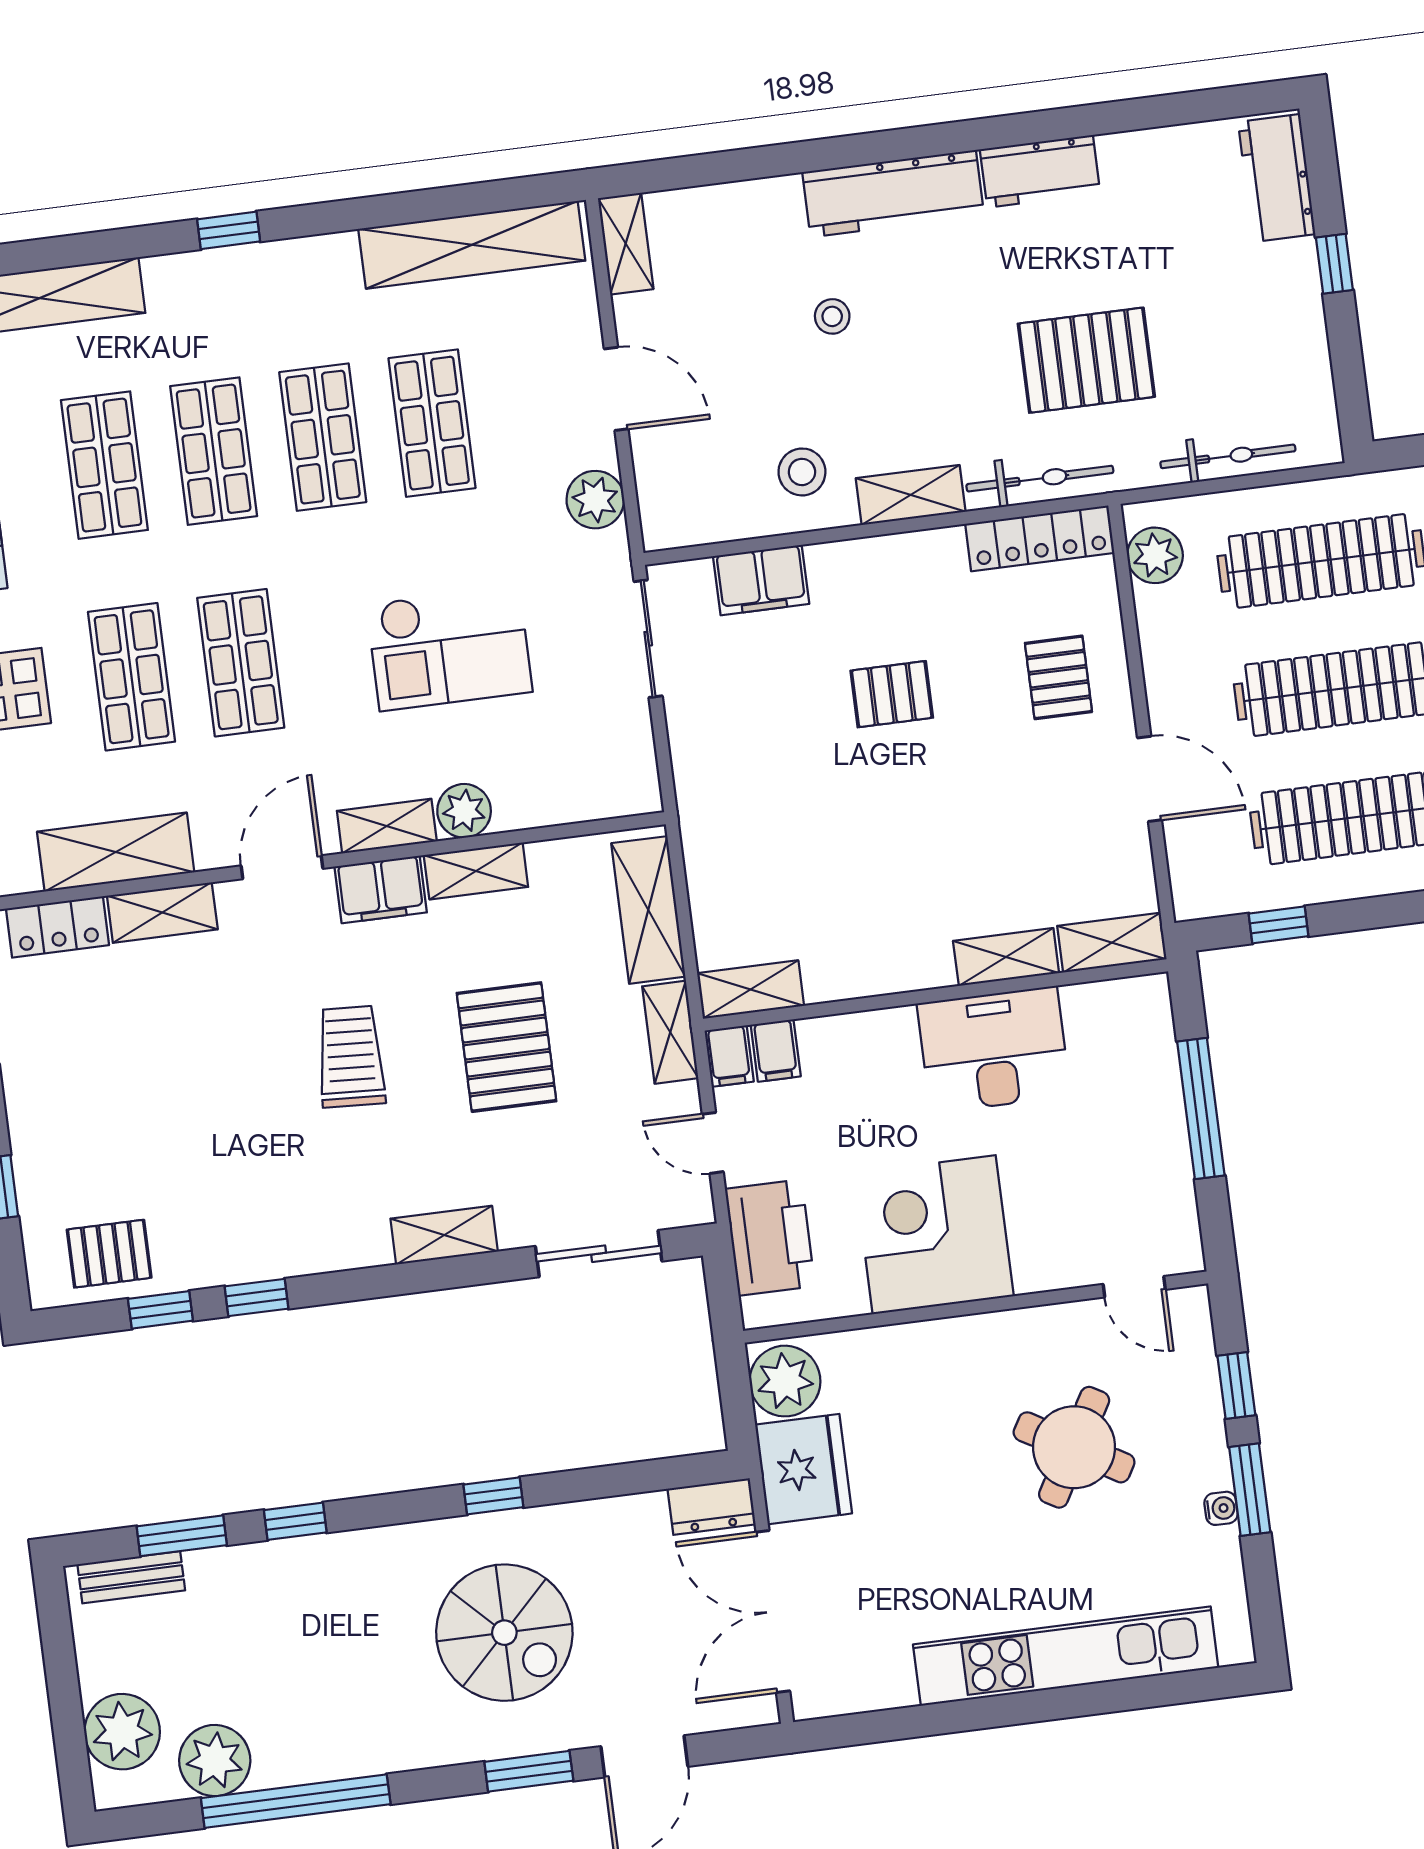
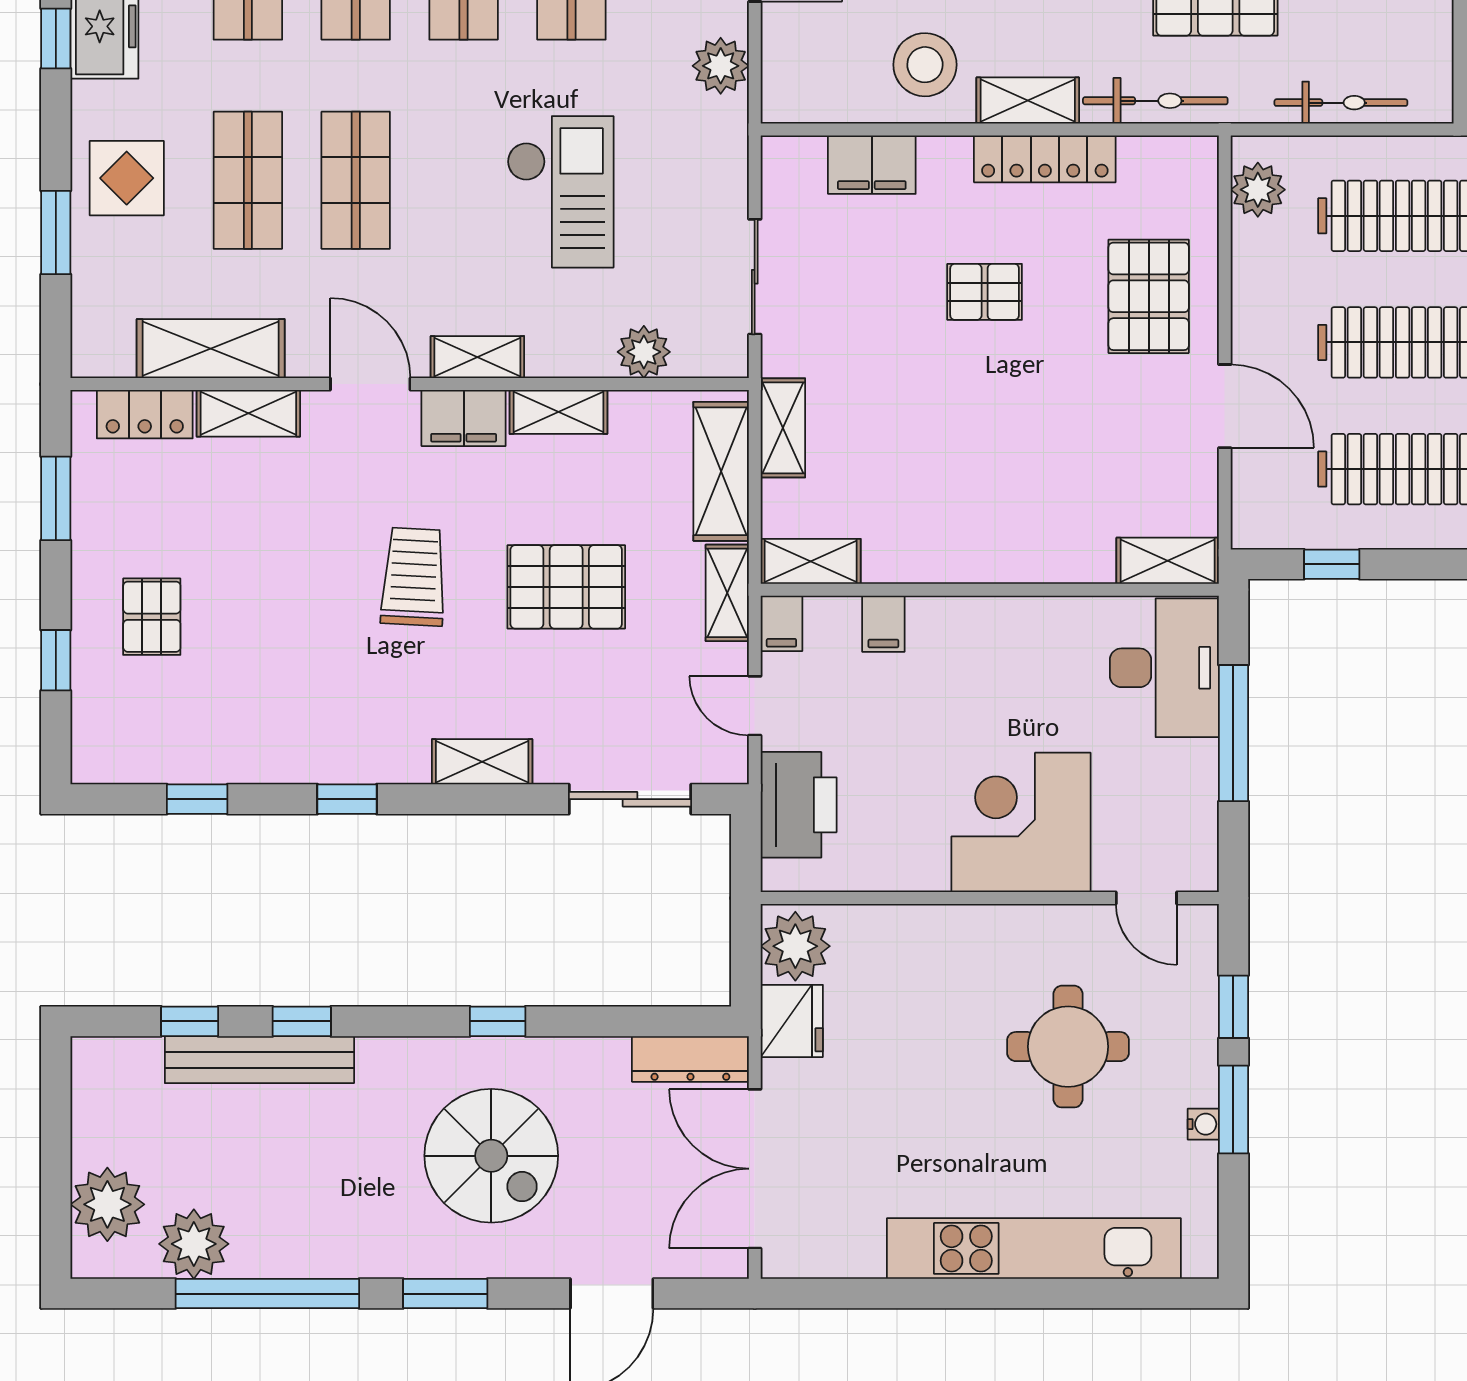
stool: (802, 472) -> (925, 65), width x1.38, depth x1.38
locker: (1040, 538) -> (1045, 159), moved
sliding door: (648, 639) -> (755, 277), moved
checkout: (449, 648) -> (560, 192), turned -90
pallet: (1058, 677) -> (1149, 296), width x1.50, depth x1.42
plant: (464, 811) -> (644, 352), moved
door: (282, 867) -> (370, 384), hinge flipped
shelving: (1006, 957) -> (783, 428), moved, turned 90
pallet: (507, 1047) -> (566, 587), turned 90
desk: (994, 1050) -> (1164, 668), moved, turned 90
filing cabinet: (776, 1051) -> (883, 624), moved
corner desk: (934, 1235) -> (1021, 822), moved
pallet: (109, 1254) -> (152, 617), moved, turned 90
window: (257, 1298) -> (347, 799), moved
round table: (1074, 1447) -> (1068, 1047), turned -30
fridge: (803, 1469) -> (792, 1021), width x0.73, depth x0.75
dresser: (711, 1507) -> (690, 1059), width x1.44
window: (182, 1536) -> (190, 1021), width x0.67
bench: (131, 1577) -> (259, 1060), moved, width x1.86, depth x1.21
window: (529, 1771) -> (445, 1294), moved

